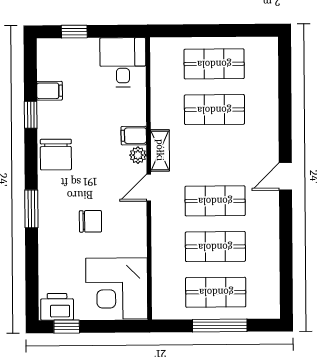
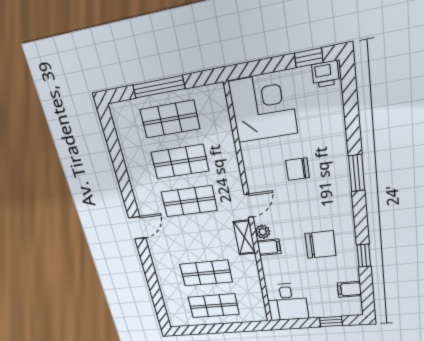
filing cabinet: (50, 91) -> (349, 289), moved
chair: (56, 155) -> (320, 245), moved, turned 90
printer: (57, 307) -> (325, 74), width x0.73, depth x0.81

